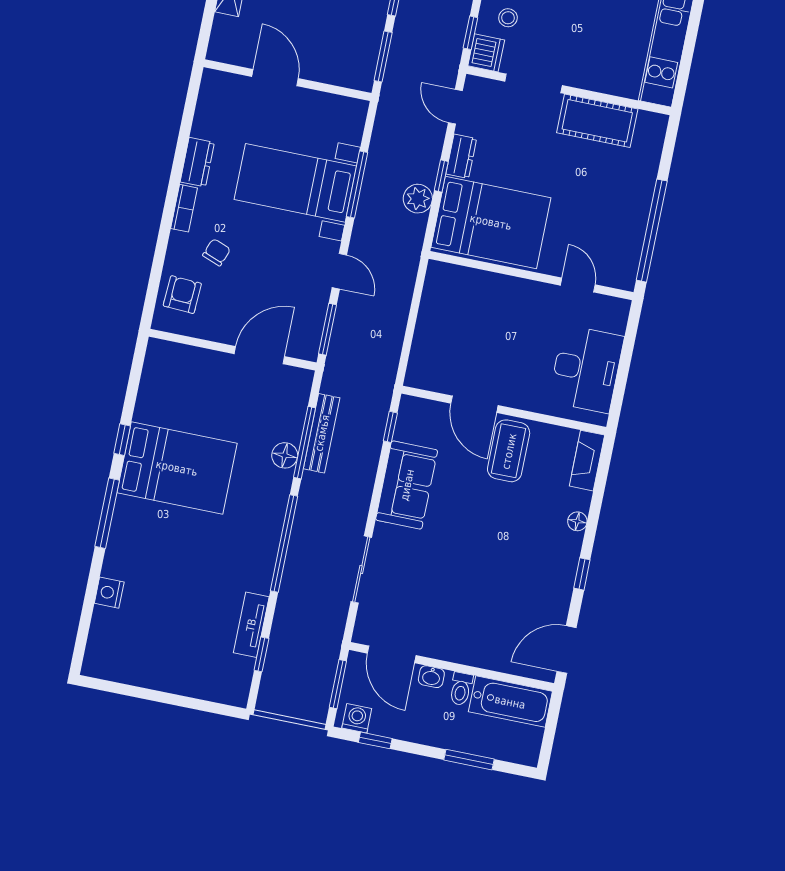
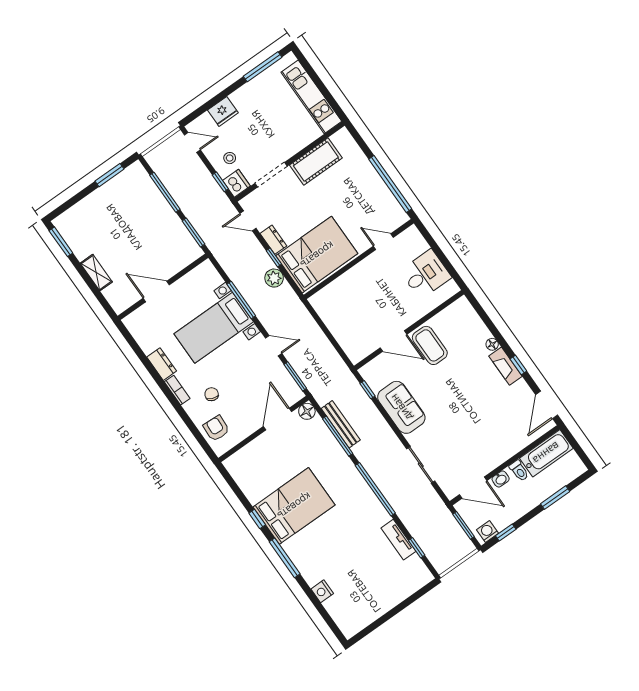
desk: (586, 369) -> (426, 274), width x0.73
floor lamp: (285, 455) -> (307, 411), moved
fireplace: (587, 461) -> (505, 366), moved

